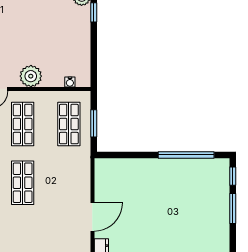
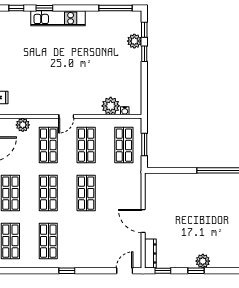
plant: (31, 76) -> (111, 106), moved
door: (92, 217) -> (143, 221), swing flipped

